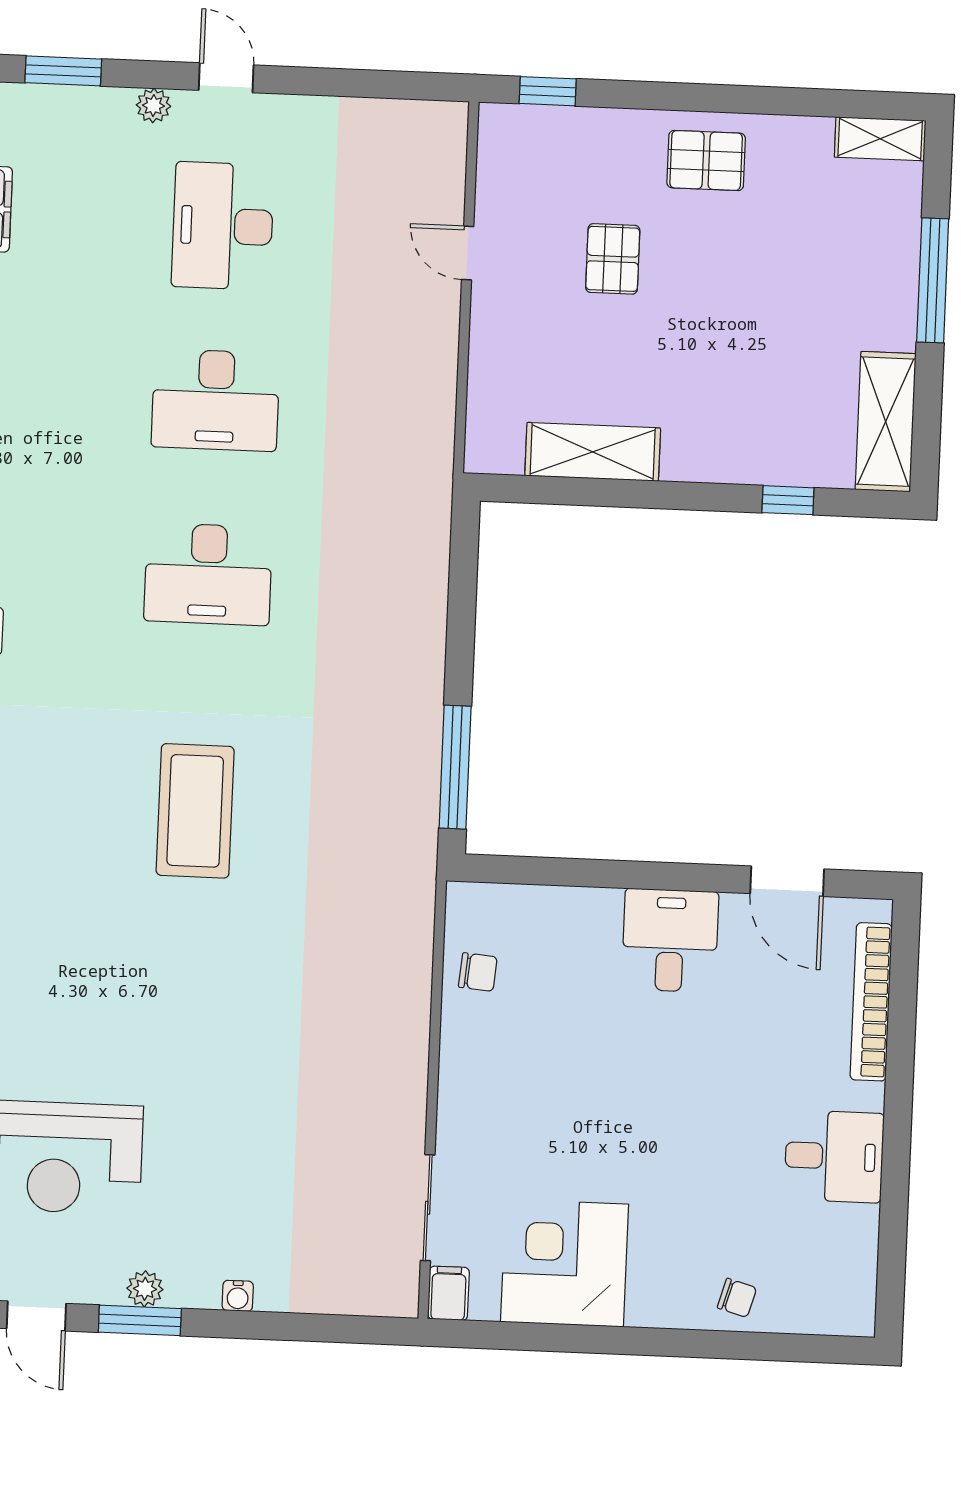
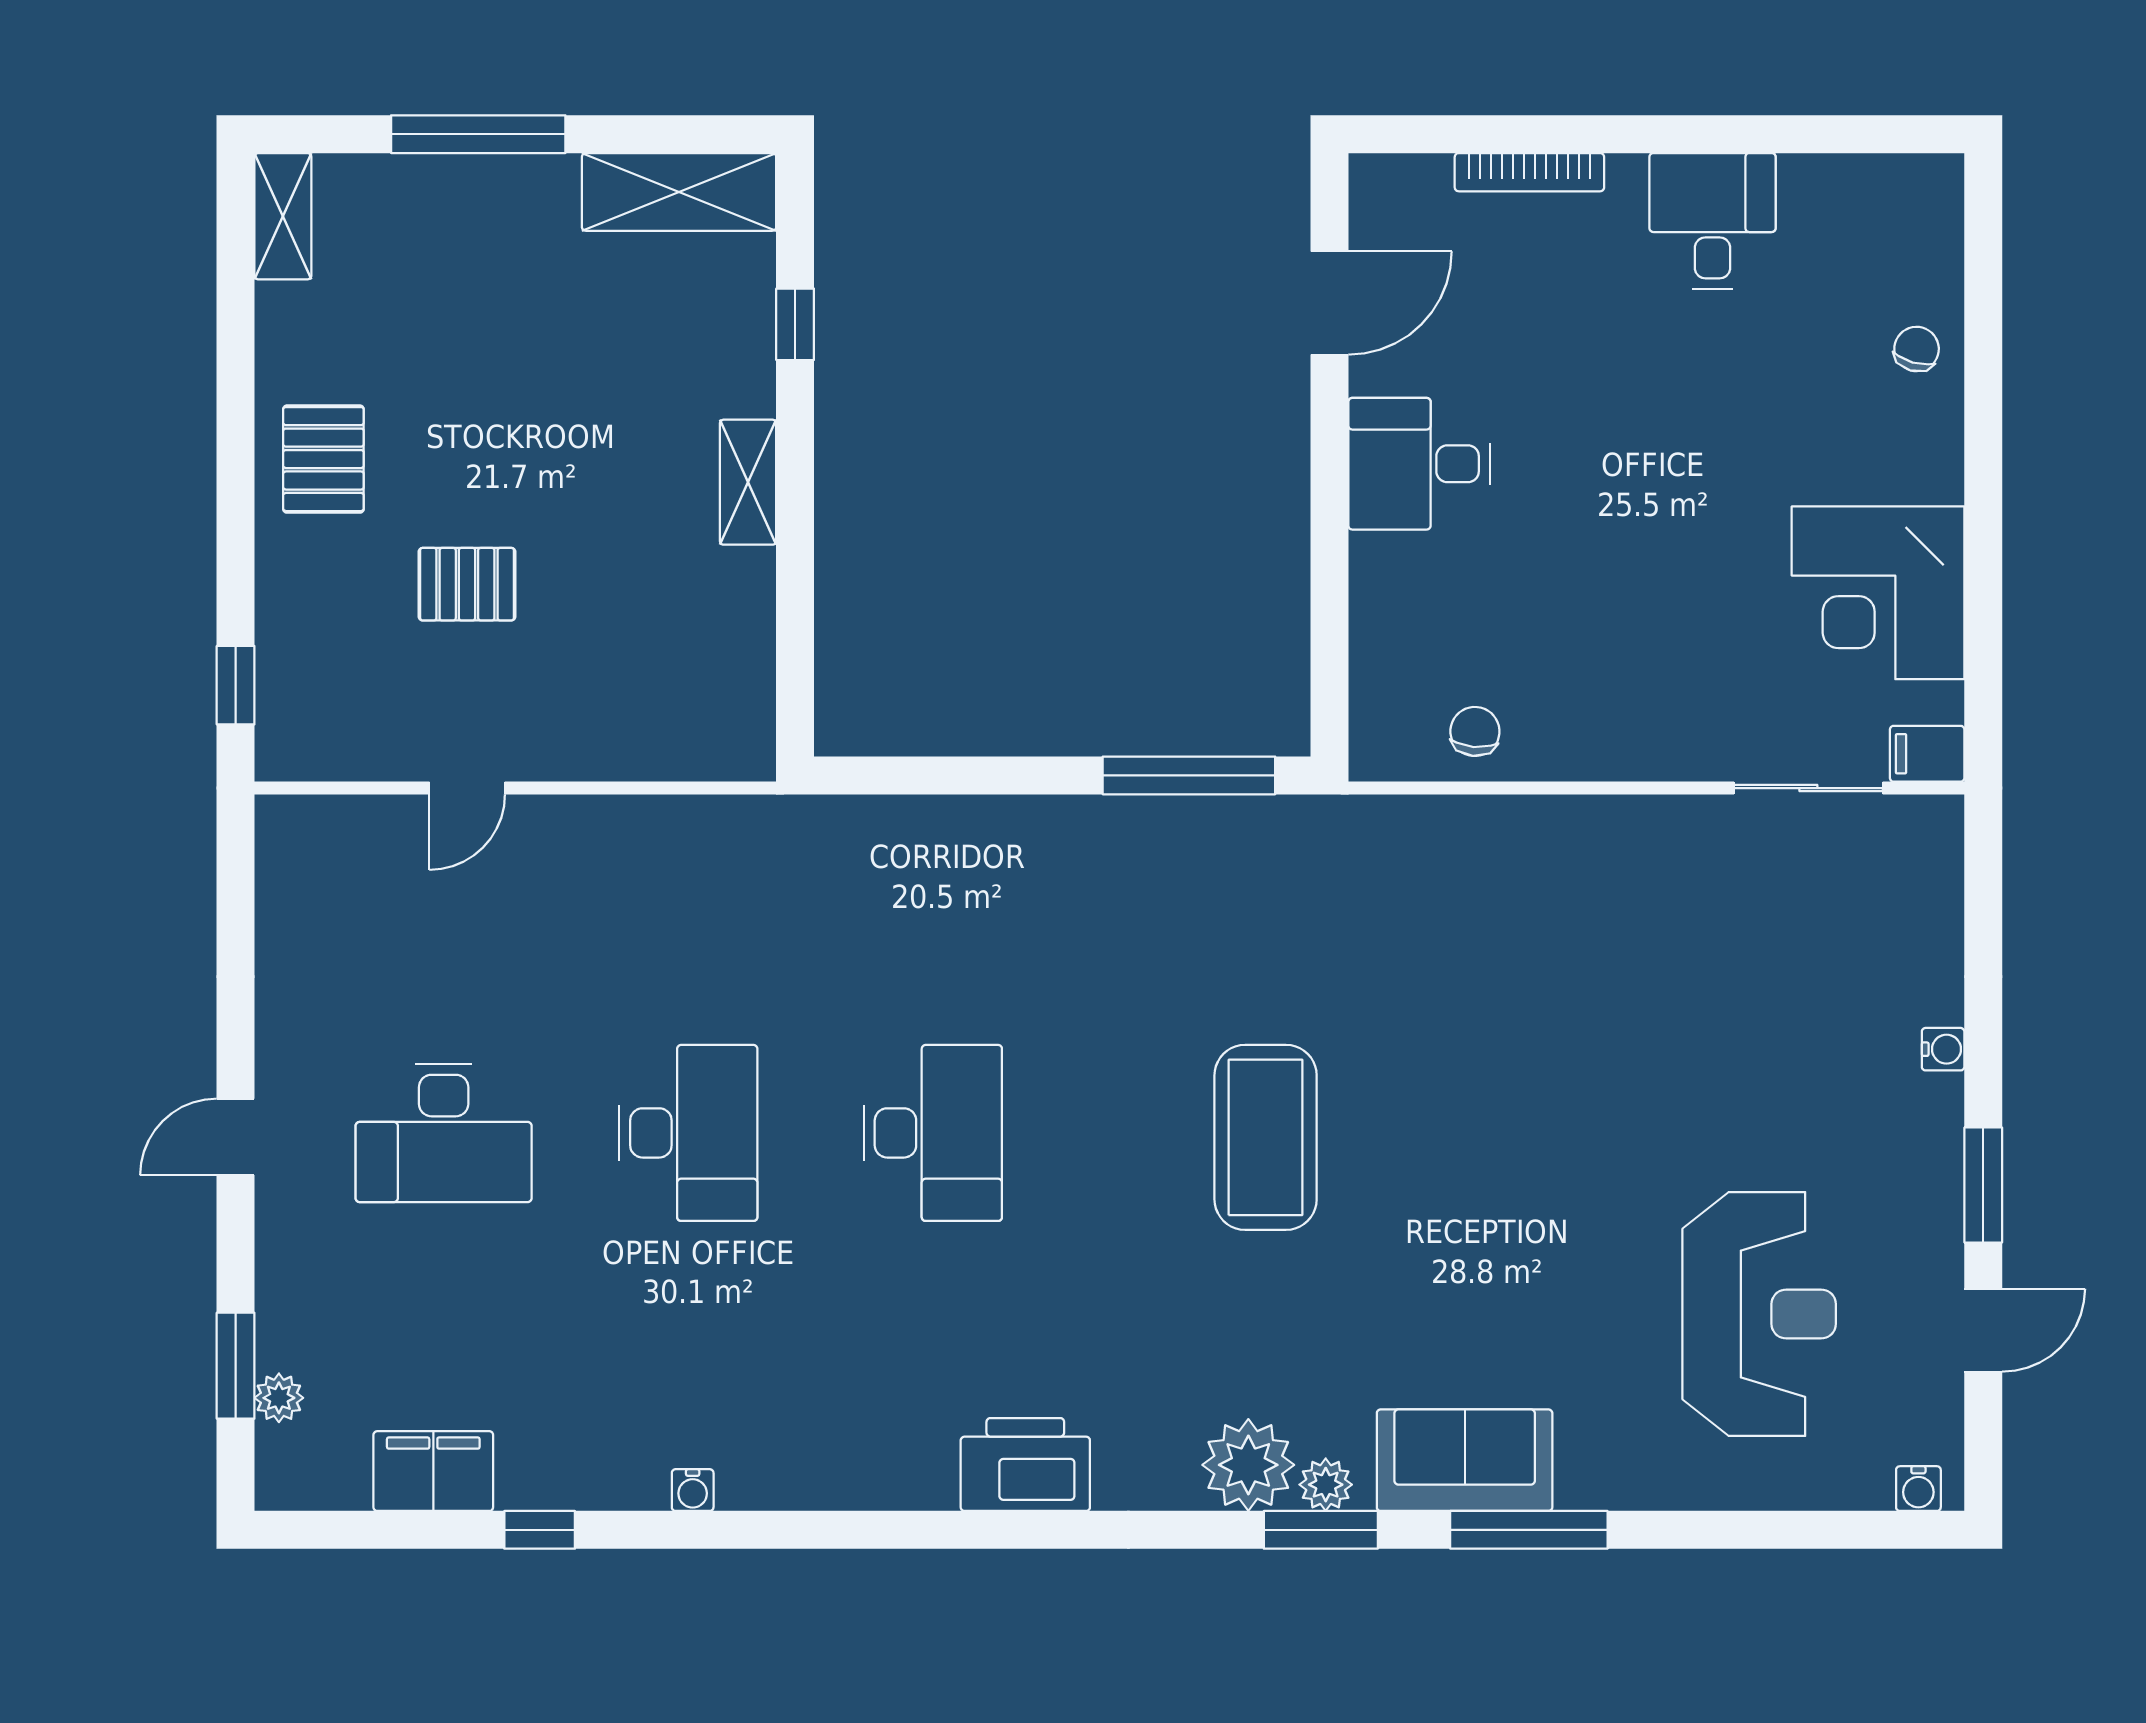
plant: (153, 106) -> (279, 1398), moved
shelving: (593, 452) -> (748, 482), moved, width x0.67, depth x0.75
coffee table: (195, 811) -> (1266, 1137), turned 90
bookcase: (871, 1002) -> (1529, 172), width x0.68, depth x0.76
plant: (145, 1289) -> (1939, 1180), removed

